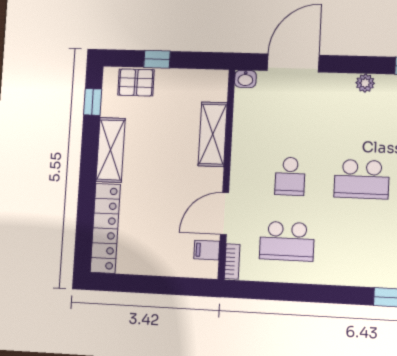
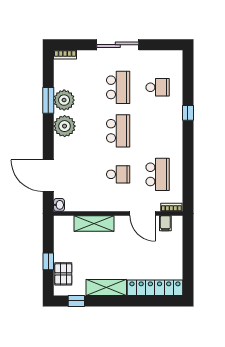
plant: (365, 83) -> (65, 126), width x1.88, depth x1.88

